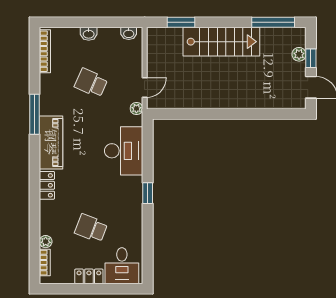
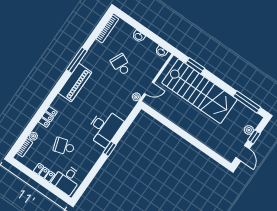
stairs: (221, 42) -> (199, 91), width x1.36, depth x1.51
desk: (124, 151) -> (104, 128), moved
locker: (47, 185) -> (48, 117), moved
school desk: (91, 228) -> (64, 146), turned -39

